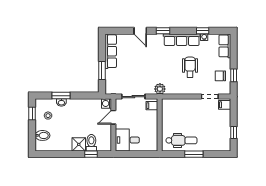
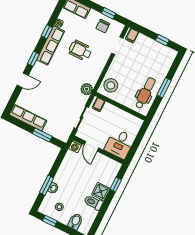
window: (203, 31) -> (47, 32), moved
stool: (173, 108) -> (111, 85), added
toilet: (91, 143) -> (93, 202), moved

